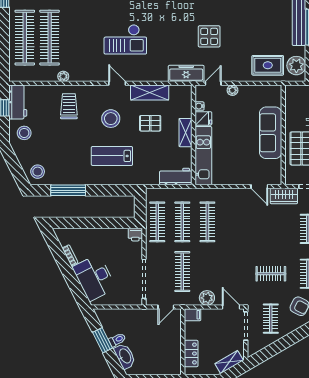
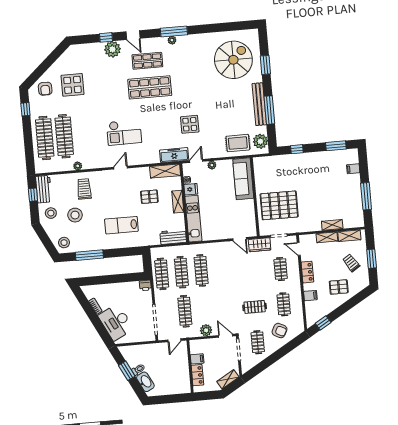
door: (117, 83) -> (121, 168), hinge flipped
shelving: (150, 93) -> (165, 171), moved
stool: (111, 119) -> (75, 215), moved
sofa: (271, 133) -> (243, 179), moved
filing cabinet: (193, 315) -> (197, 359), moved

